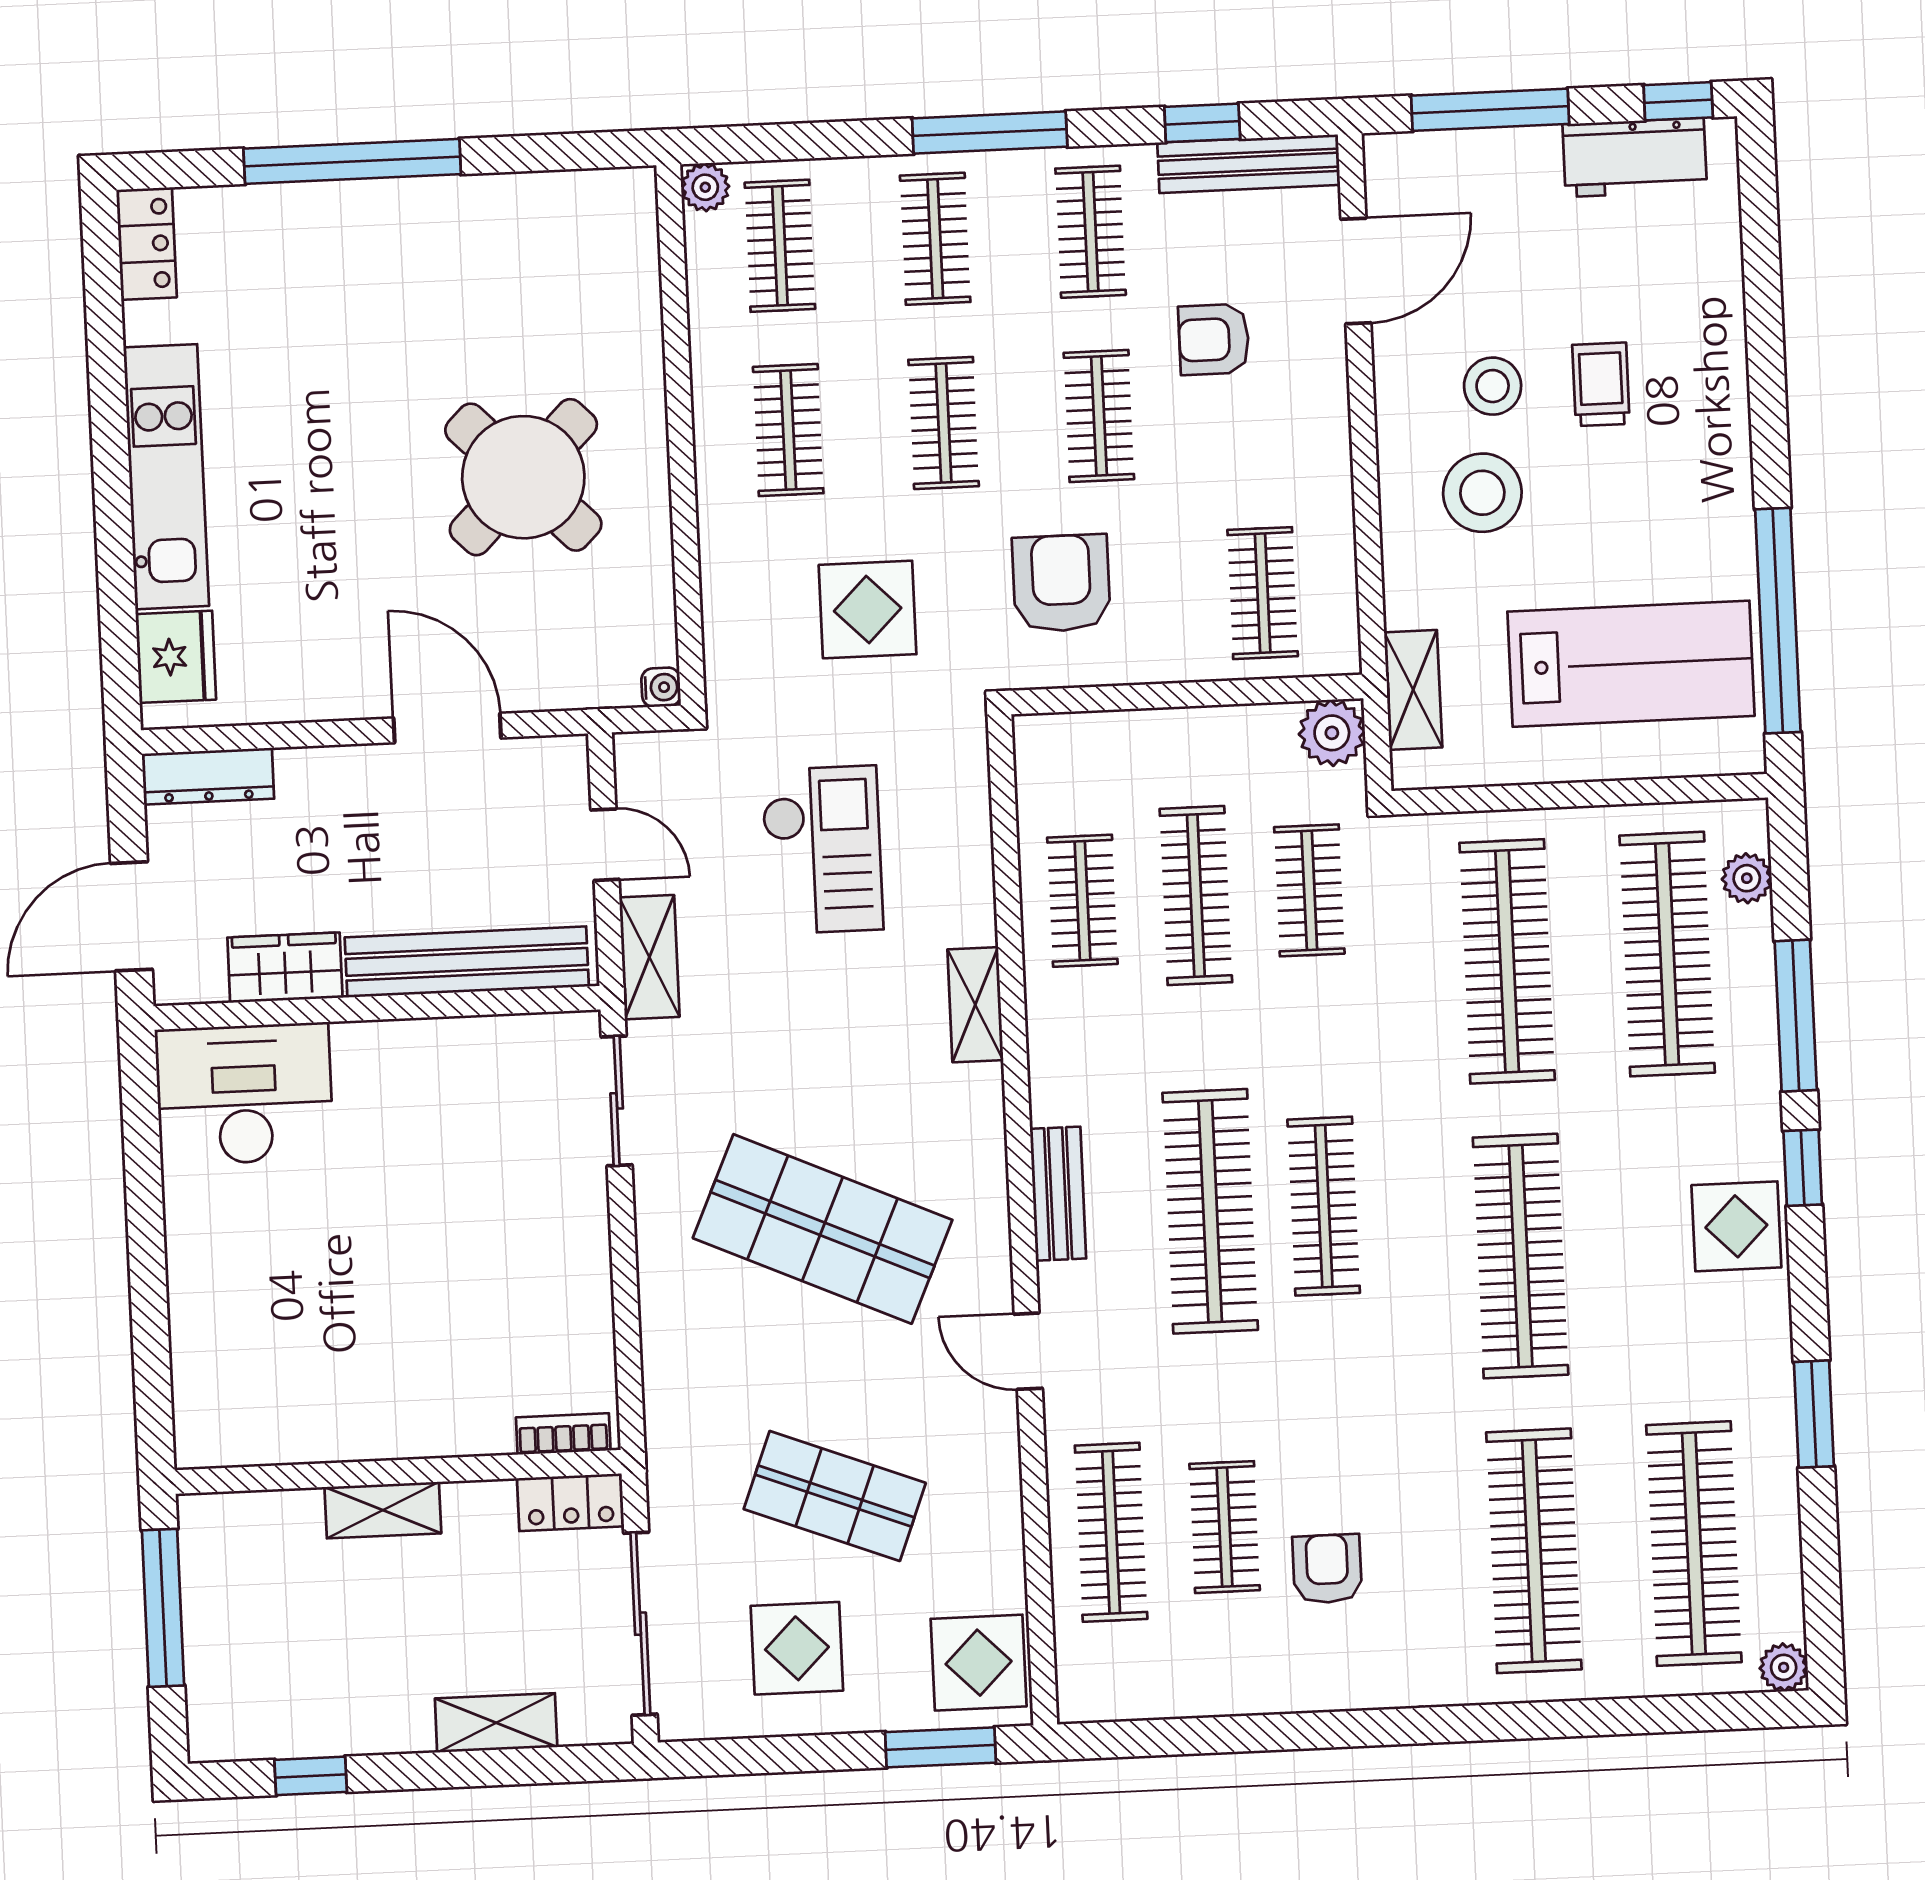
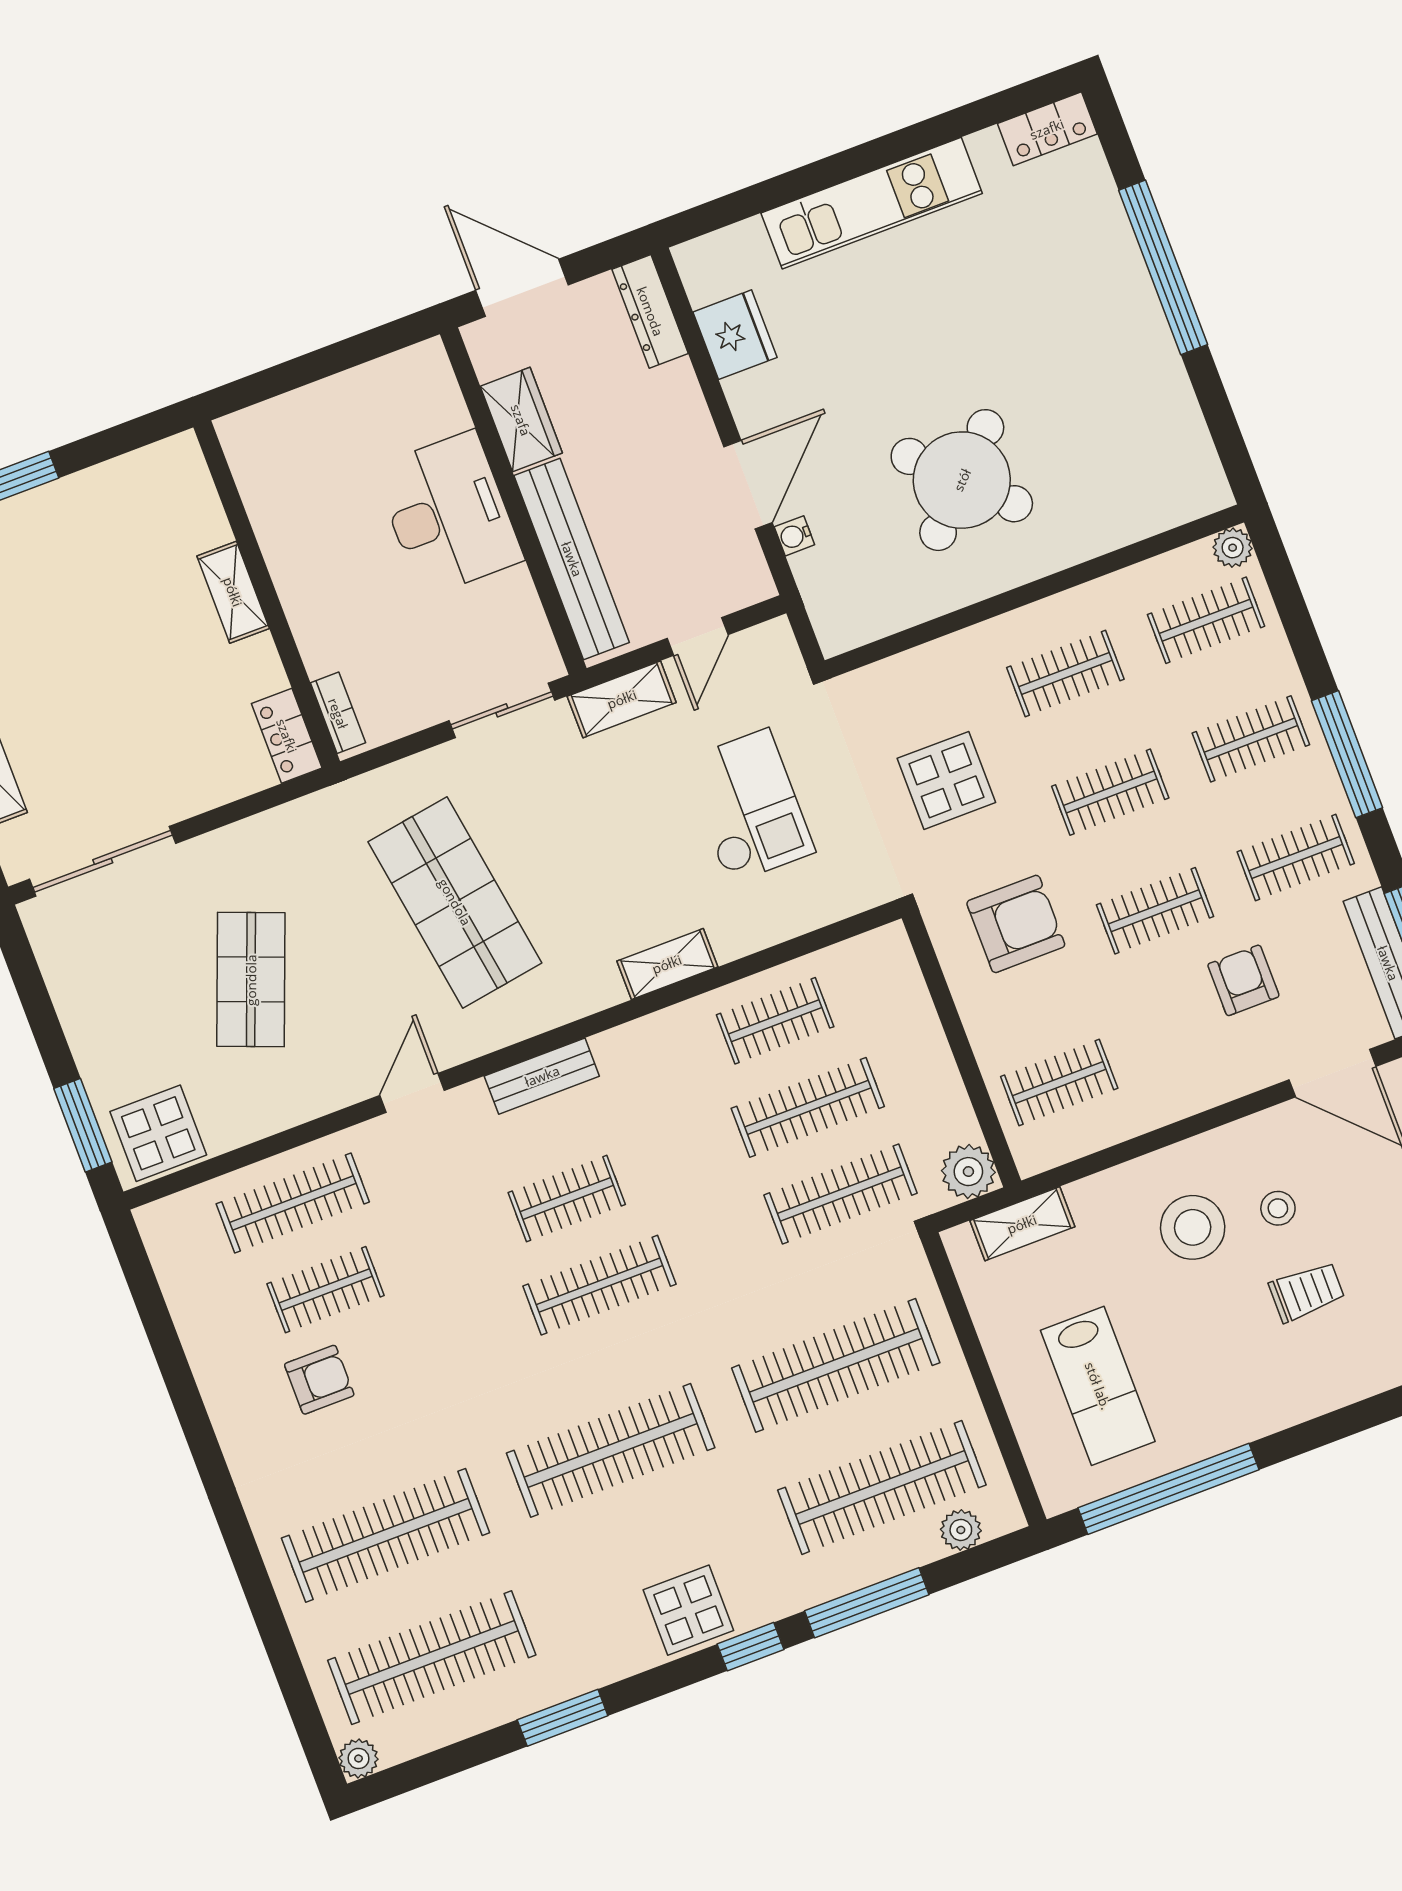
stool: (1493, 386) -> (1278, 1208), width x0.73, depth x0.73
fridge: (176, 657) -> (735, 335), moved, turned -90
lab bench: (1631, 664) -> (1098, 1386), width x0.73, depth x0.72
water cooler: (661, 687) -> (794, 536), moved, turned 90
checkout: (822, 850) -> (749, 806), turned -90
clothes rail: (1309, 890) -> (841, 1194), width x1.36
desk: (244, 1094) -> (448, 514), moved
clothes rail: (1210, 1211) -> (567, 1198), width x0.54, depth x0.76
shop shelf: (823, 1229) -> (455, 902), turned -33
bookcase: (563, 1434) -> (338, 713), moved
wall: (398, 1472) -> (267, 594), moved
locker: (571, 1502) -> (287, 736), moved
shelving: (383, 1510) -> (233, 592), moved
display table: (797, 1648) -> (123, 989), removed

